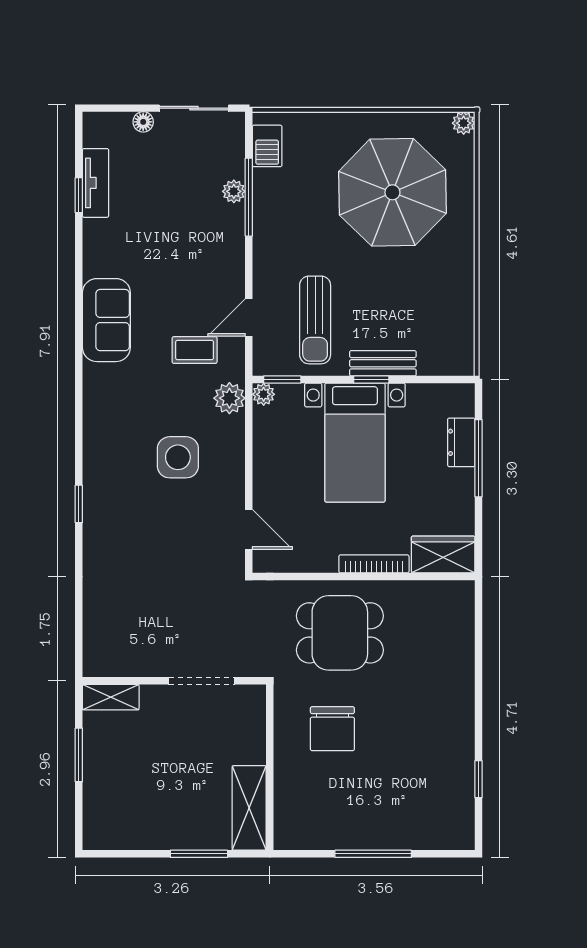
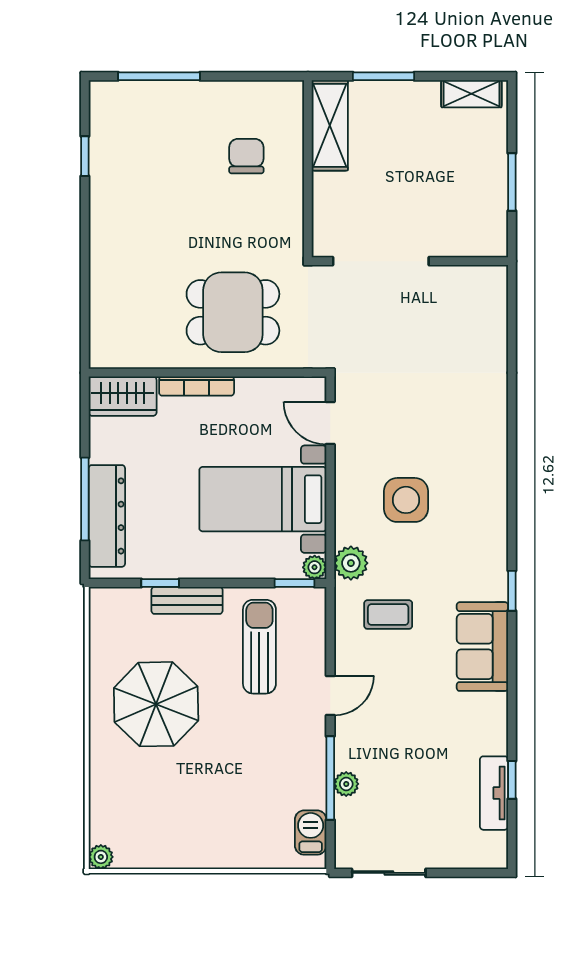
floor lamp: (143, 122) -> (443, 858), removed
parasol: (392, 192) -> (156, 704), moved, width x0.73, depth x0.73
door: (249, 318) -> (330, 696), moved
window: (371, 380) -> (160, 583), moved
dresser: (461, 442) -> (107, 516), width x1.96, depth x1.24
bed with nightstands: (355, 443) -> (263, 499), moved, turned -90
window: (79, 504) -> (512, 591), moved
doorway: (201, 681) -> (381, 261), width x1.36
shelving: (111, 697) -> (471, 94), moved
chair: (332, 729) -> (246, 156), moved, width x0.73, depth x0.73
window: (373, 854) -> (159, 76), moved

